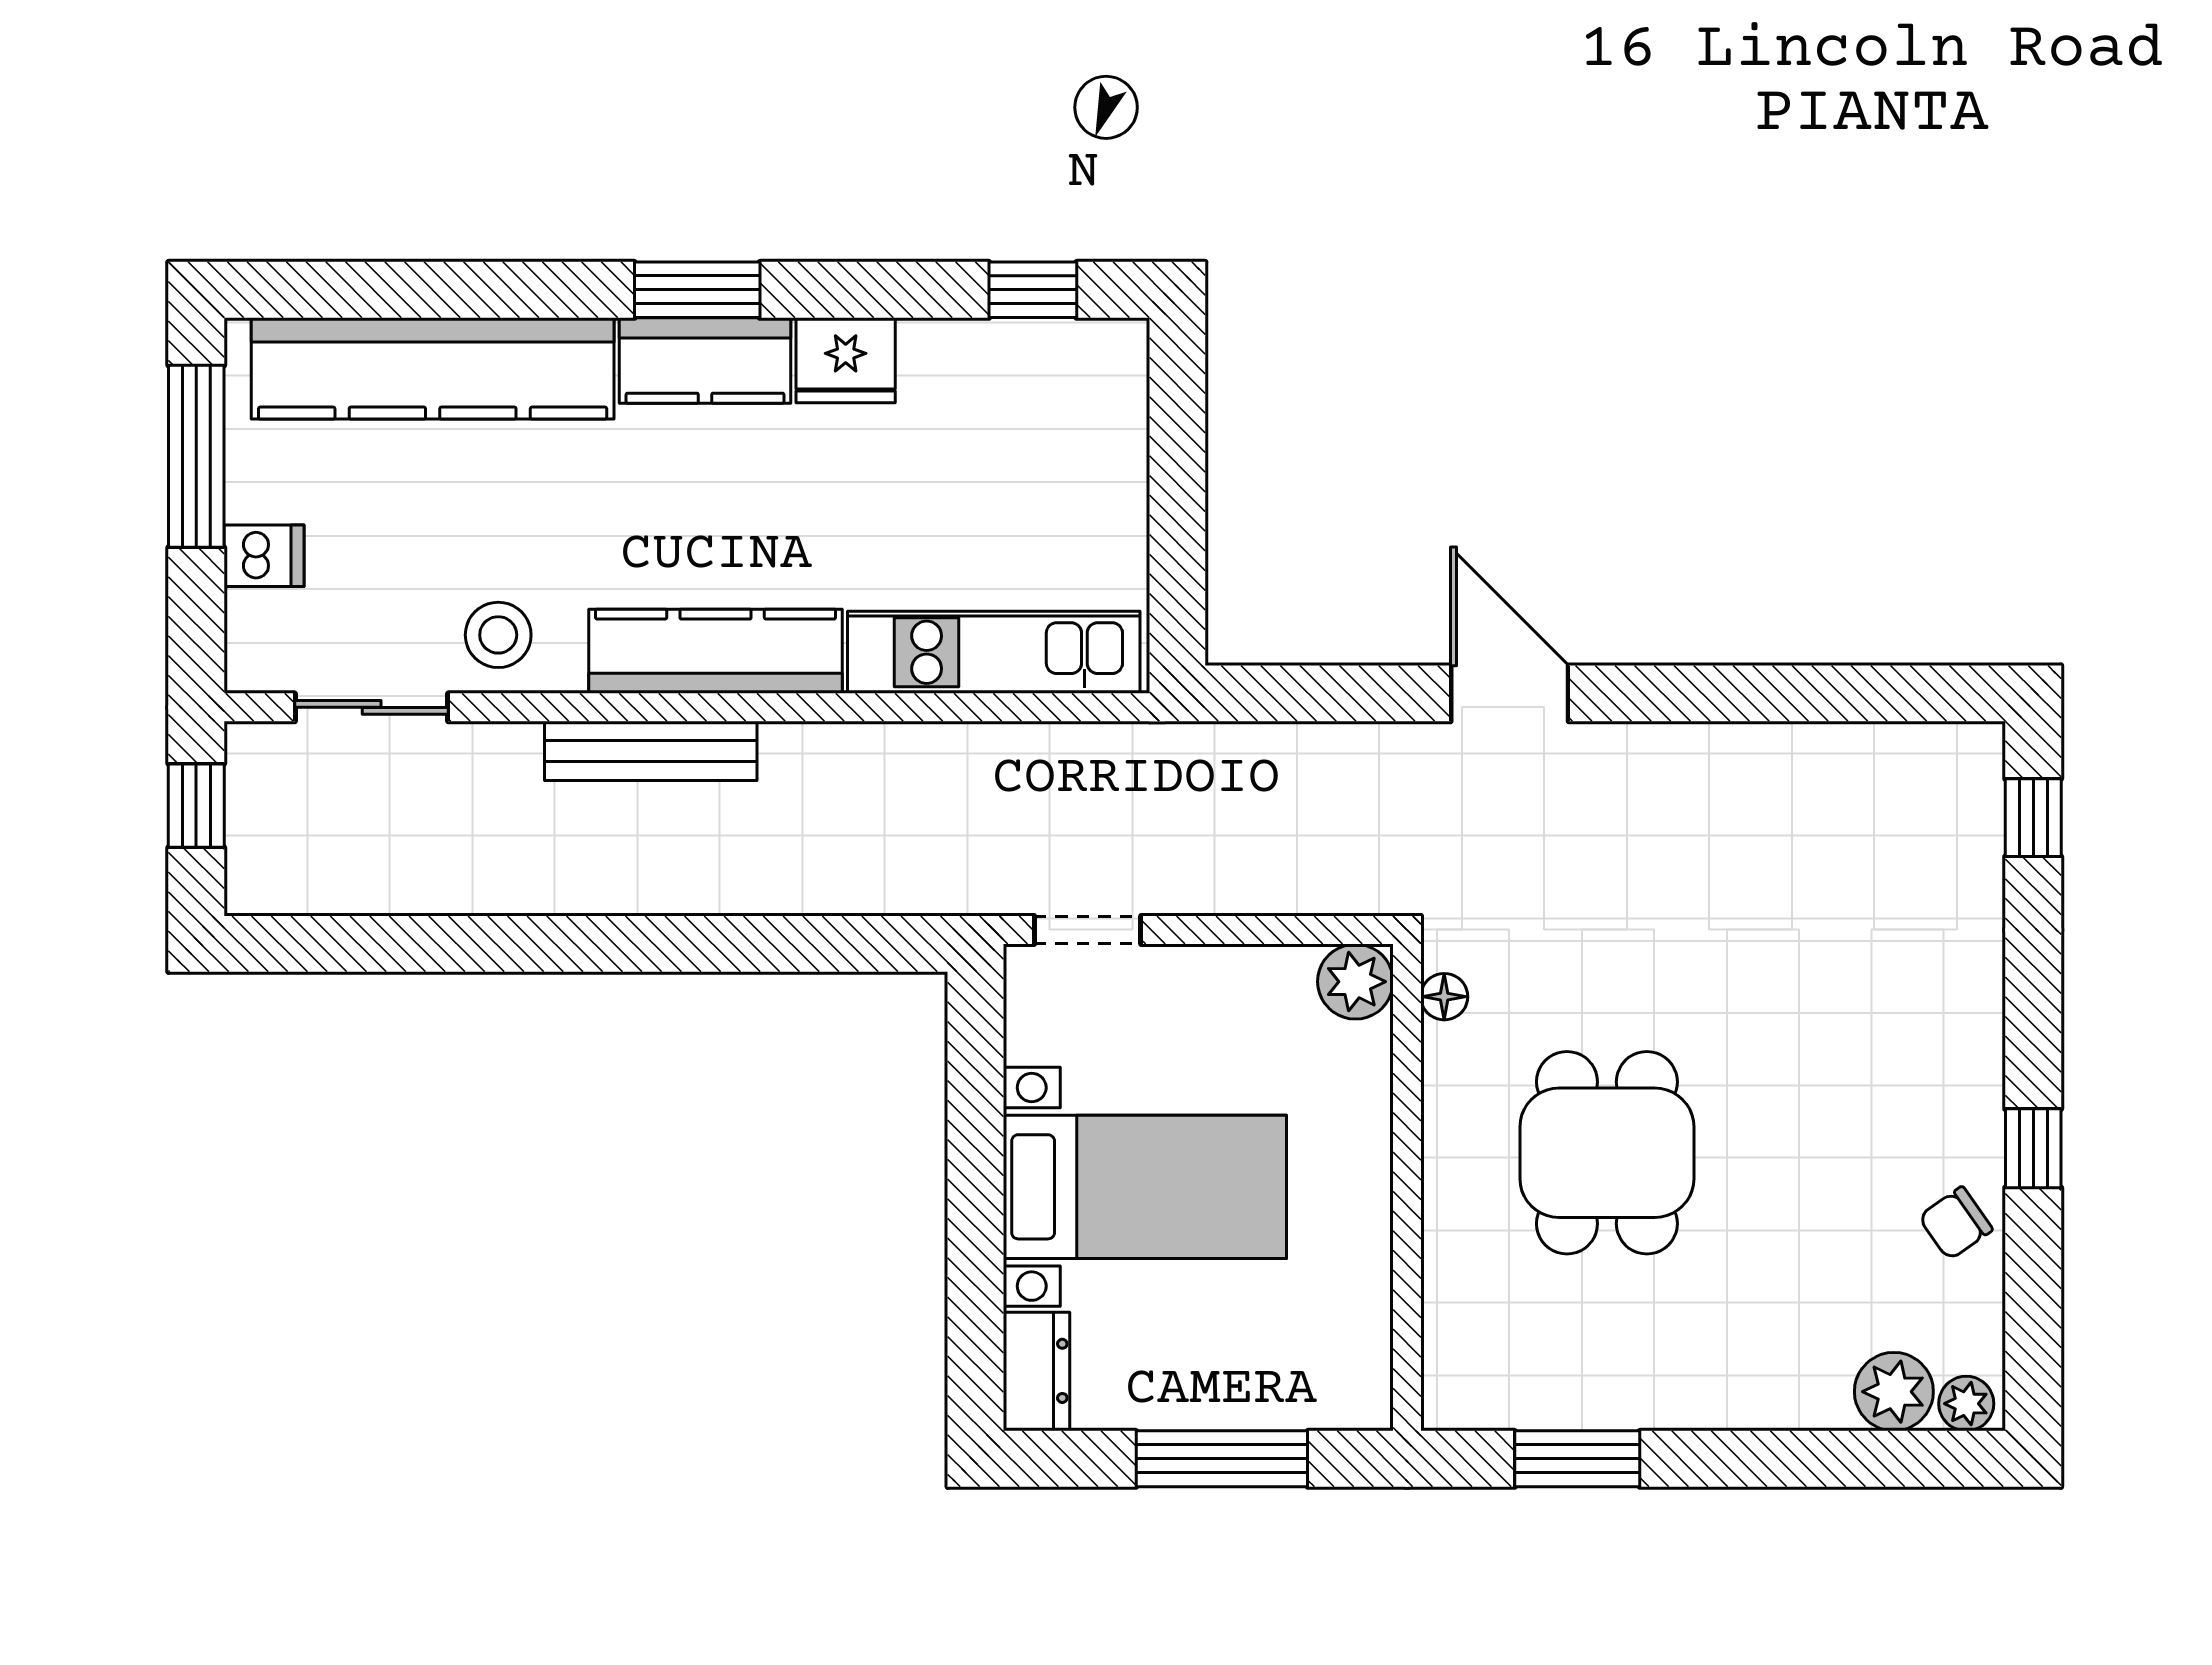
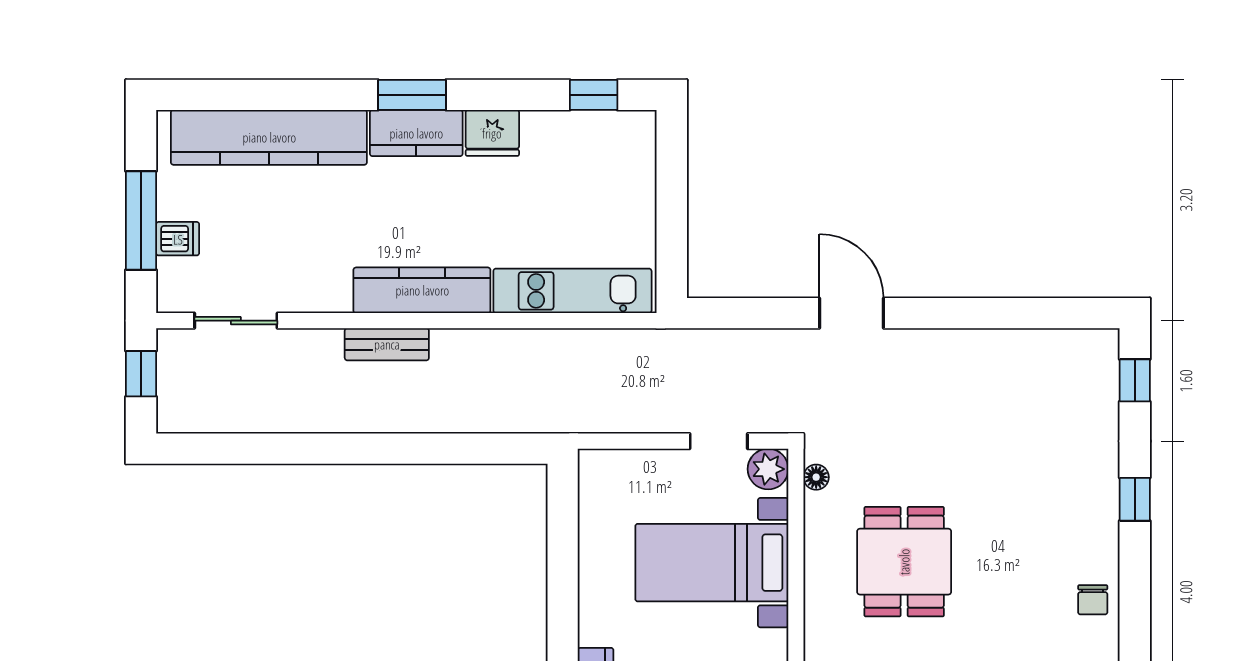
window: (196, 456) -> (141, 220), moved
stool: (498, 635) -> (304, 281), removed
bench: (651, 751) -> (387, 344), width x0.73
doorway: (1088, 930) -> (719, 441), moved
window: (2033, 1148) -> (1135, 499), moved
bed with nightstands: (1145, 1187) -> (712, 563), moved, turned 180
chair: (1956, 1223) -> (1093, 600), turned -55

